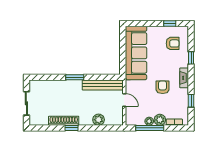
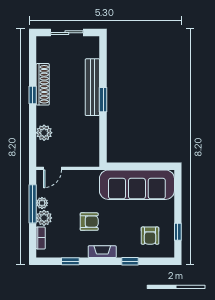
bench: (103, 85) -> (92, 87), moved
door: (124, 100) -> (53, 168), moved

